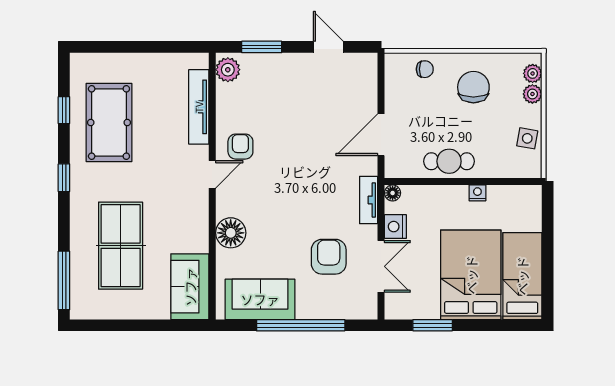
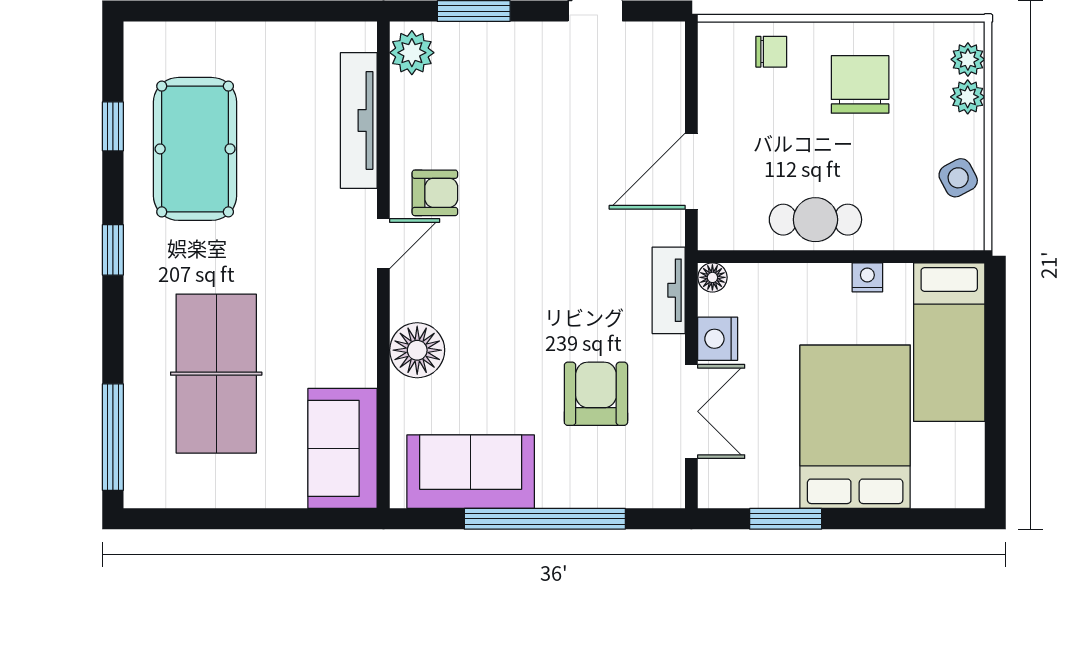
side table: (527, 138) -> (958, 178), turned -38
armchair: (240, 147) -> (435, 193), turned 90
bed: (522, 276) -> (949, 342), moved, turned 180

